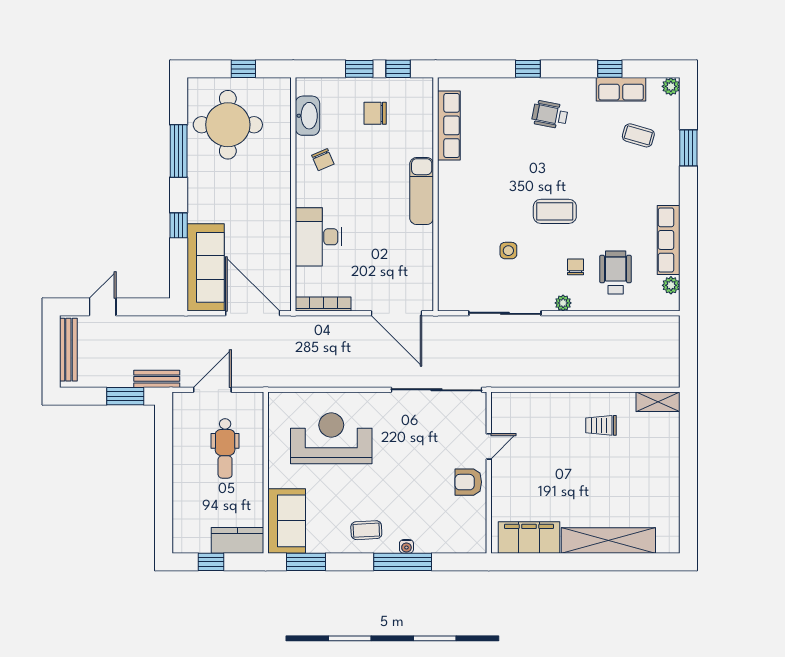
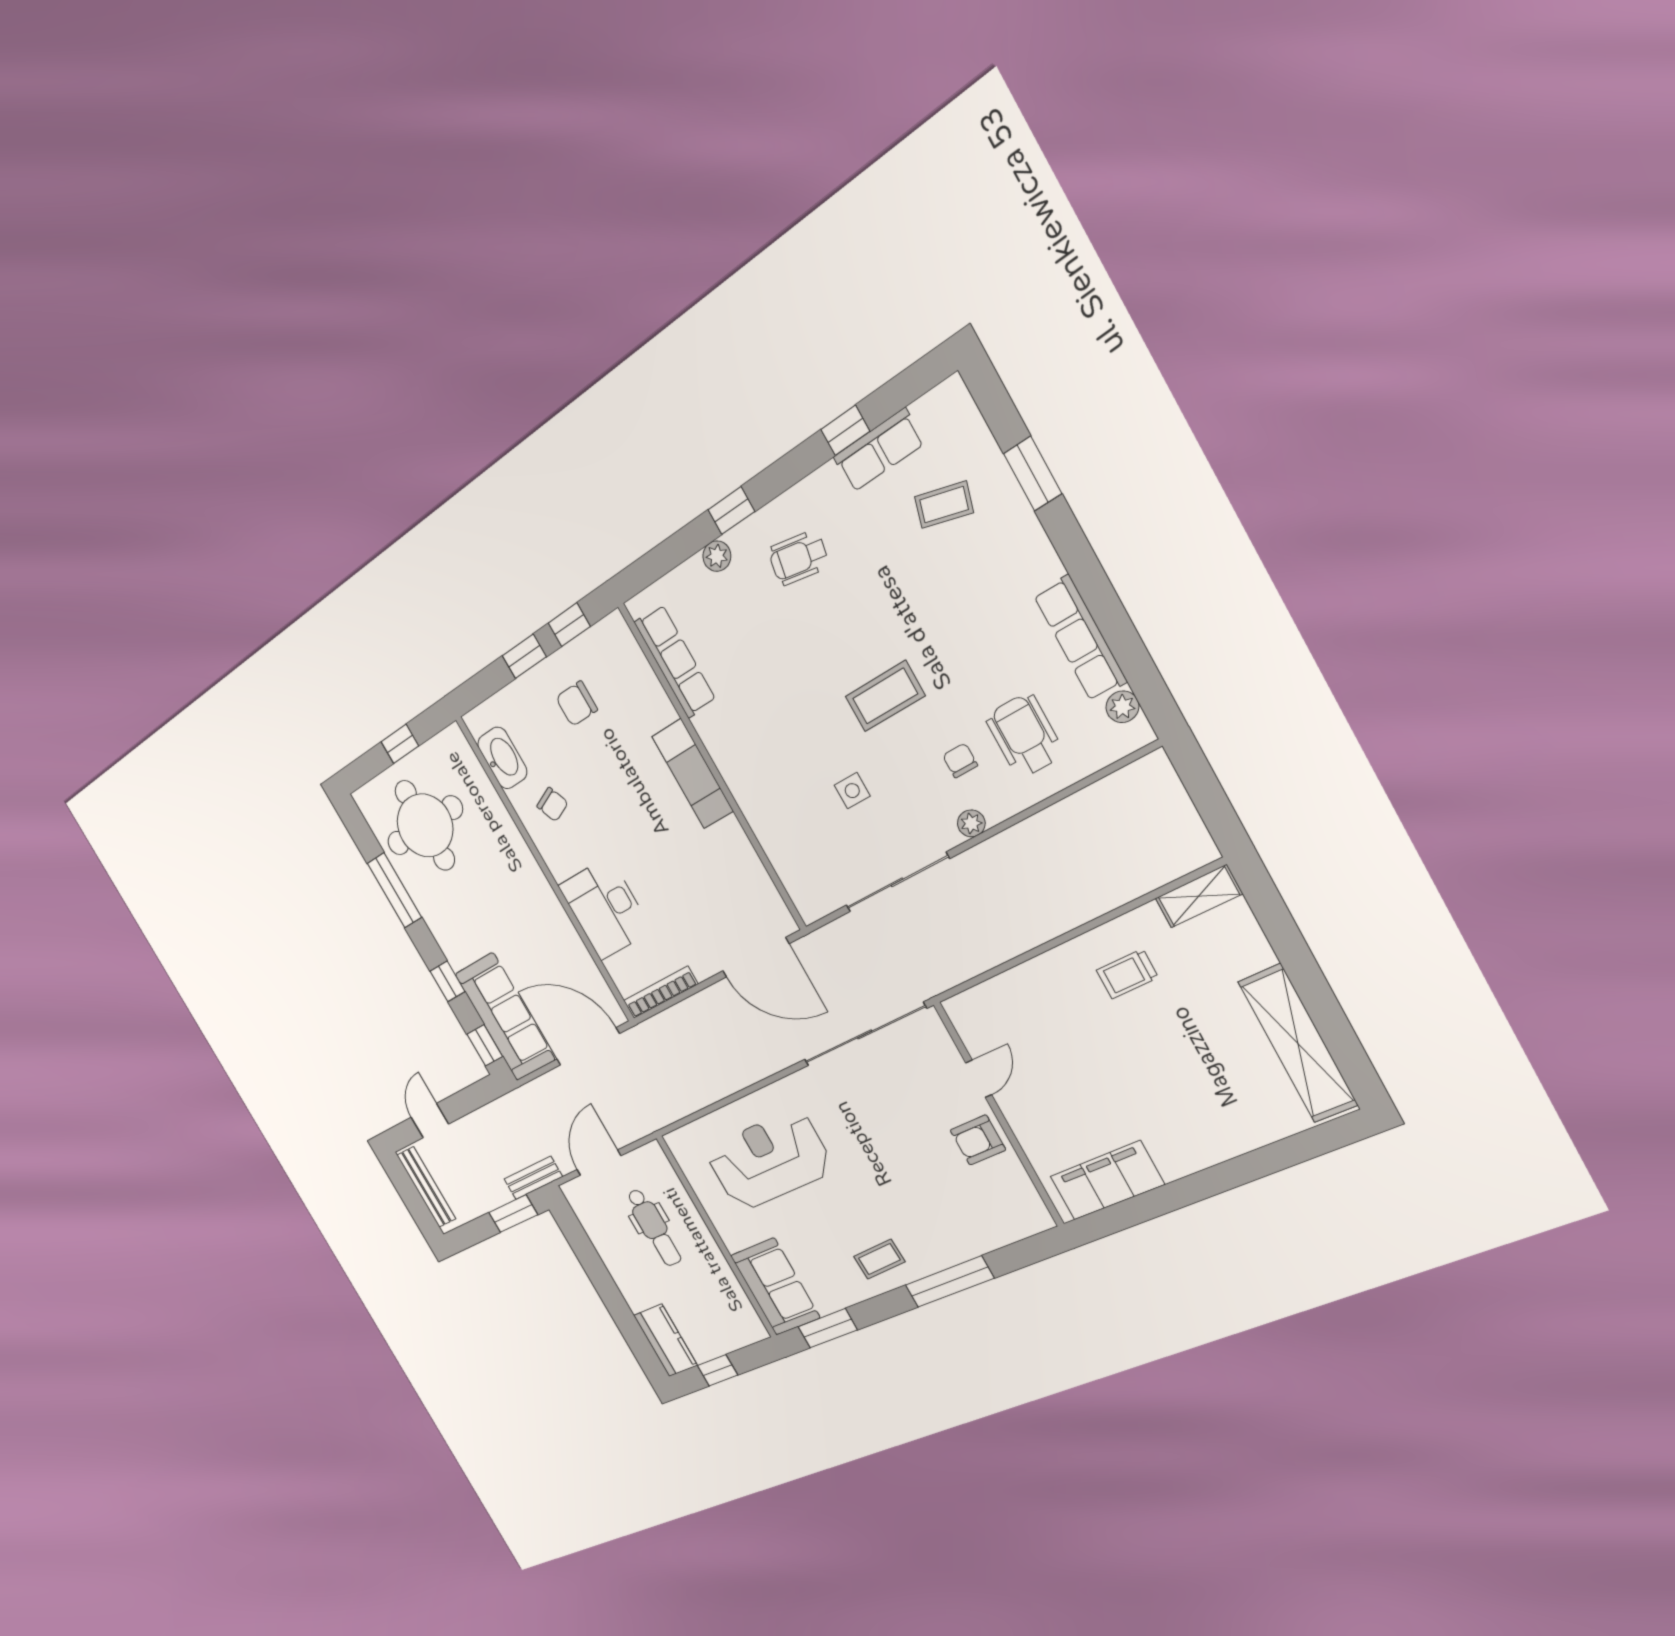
plant: (671, 86) -> (717, 556), moved
window: (179, 278) -> (485, 1045), added
kitchen counter: (237, 540) -> (665, 1340), moved, turned 90
shelving: (608, 541) -> (1298, 1043), moved, turned 90
water cooler: (406, 546) -> (943, 1260), removed

